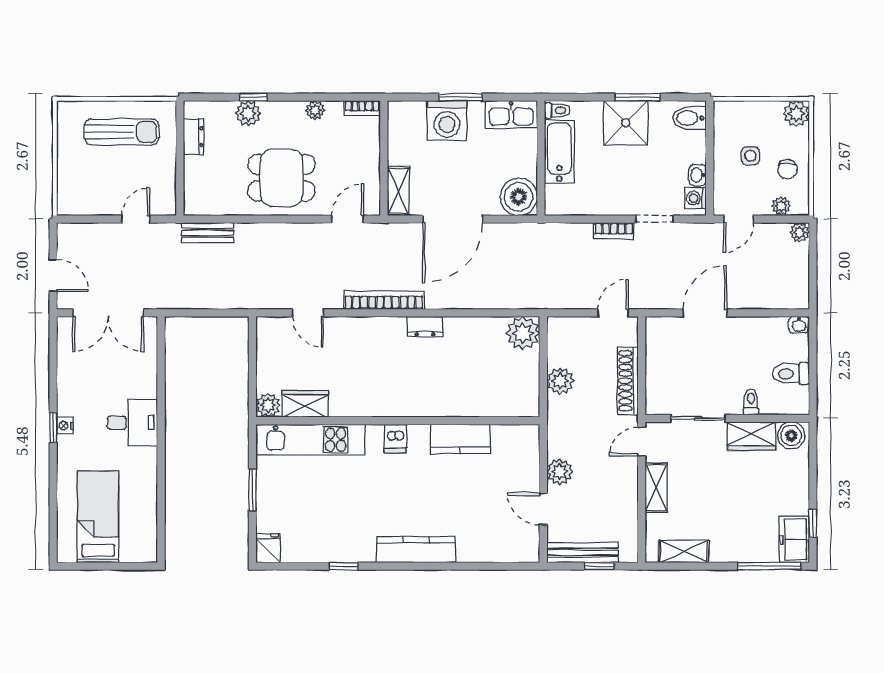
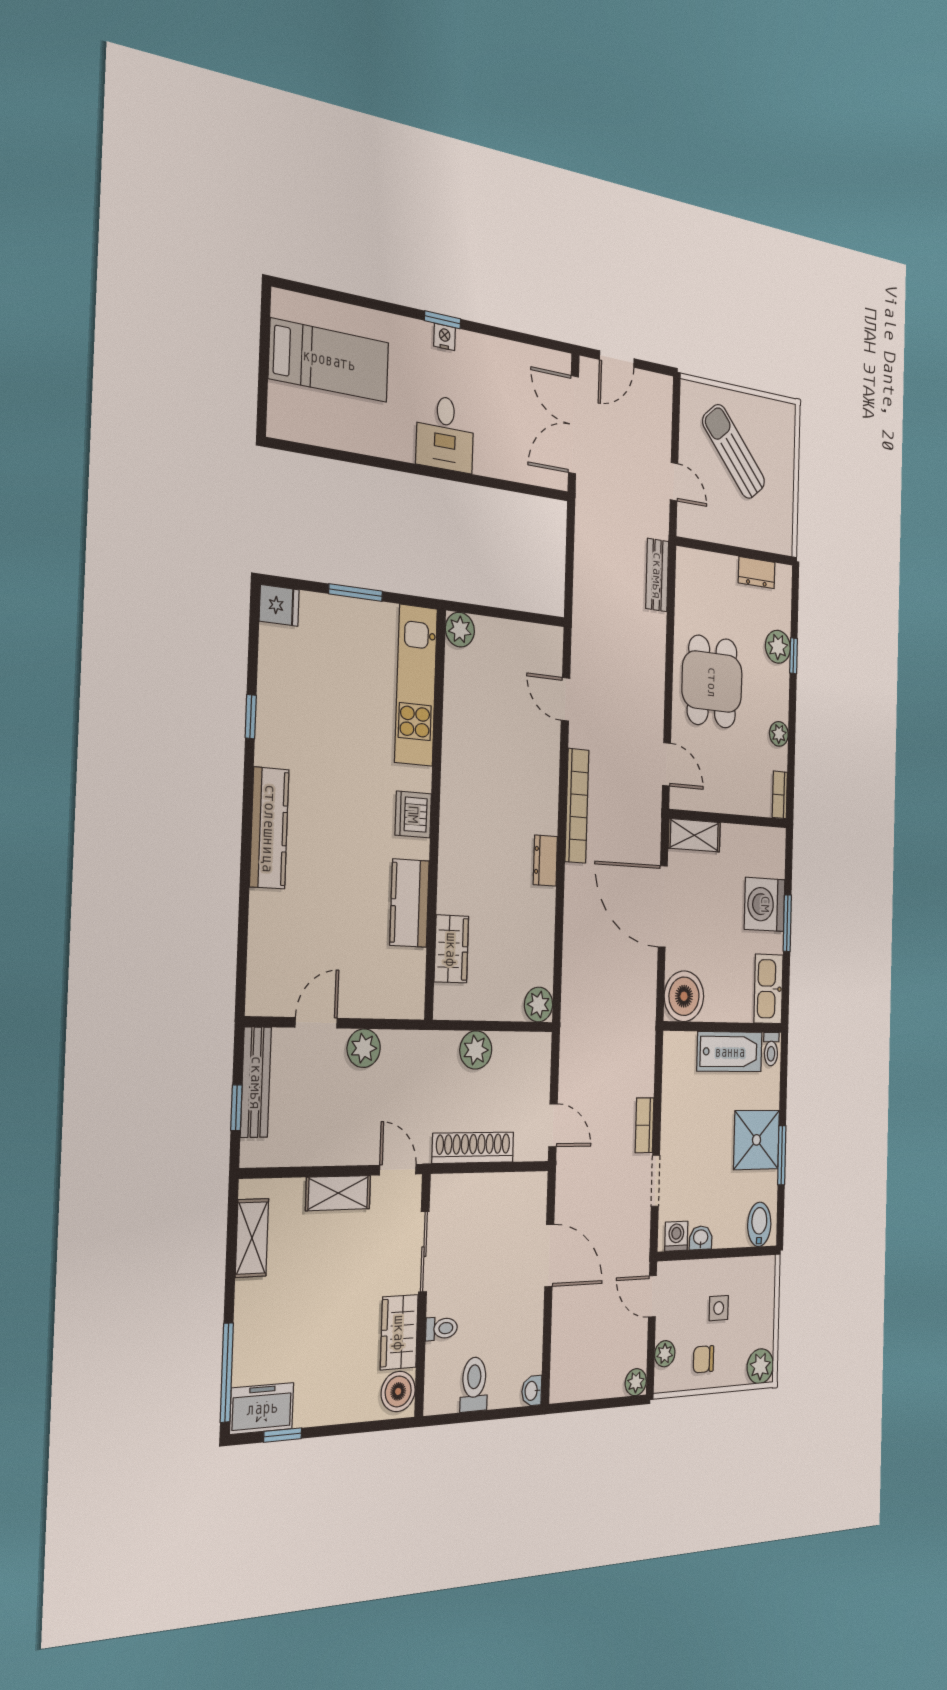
sun lounger: (122, 132) -> (734, 452), moved, turned 139
door: (308, 313) -> (565, 699), hinge flipped
plant: (523, 333) -> (538, 1004), width x0.73, depth x0.73
wardrobe: (305, 404) -> (451, 949), moved
dishwasher: (395, 438) -> (413, 814), width x1.38

